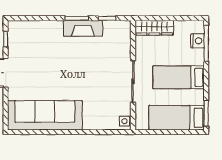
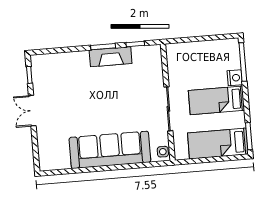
wardrobe: (154, 28) -> (186, 50), removed
nightstand: (198, 41) -> (235, 78), moved
sofa: (45, 115) -> (110, 150), moved

